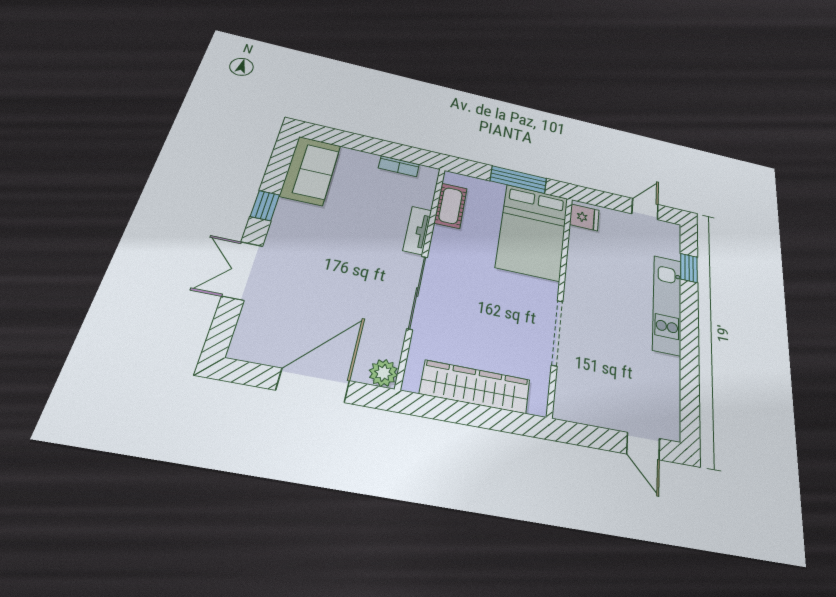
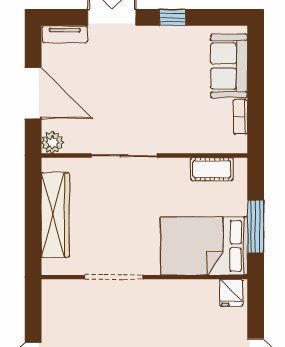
sofa: (310, 171) -> (229, 66), moved, turned 90
tv unit: (417, 230) -> (65, 34), moved, turned 180

